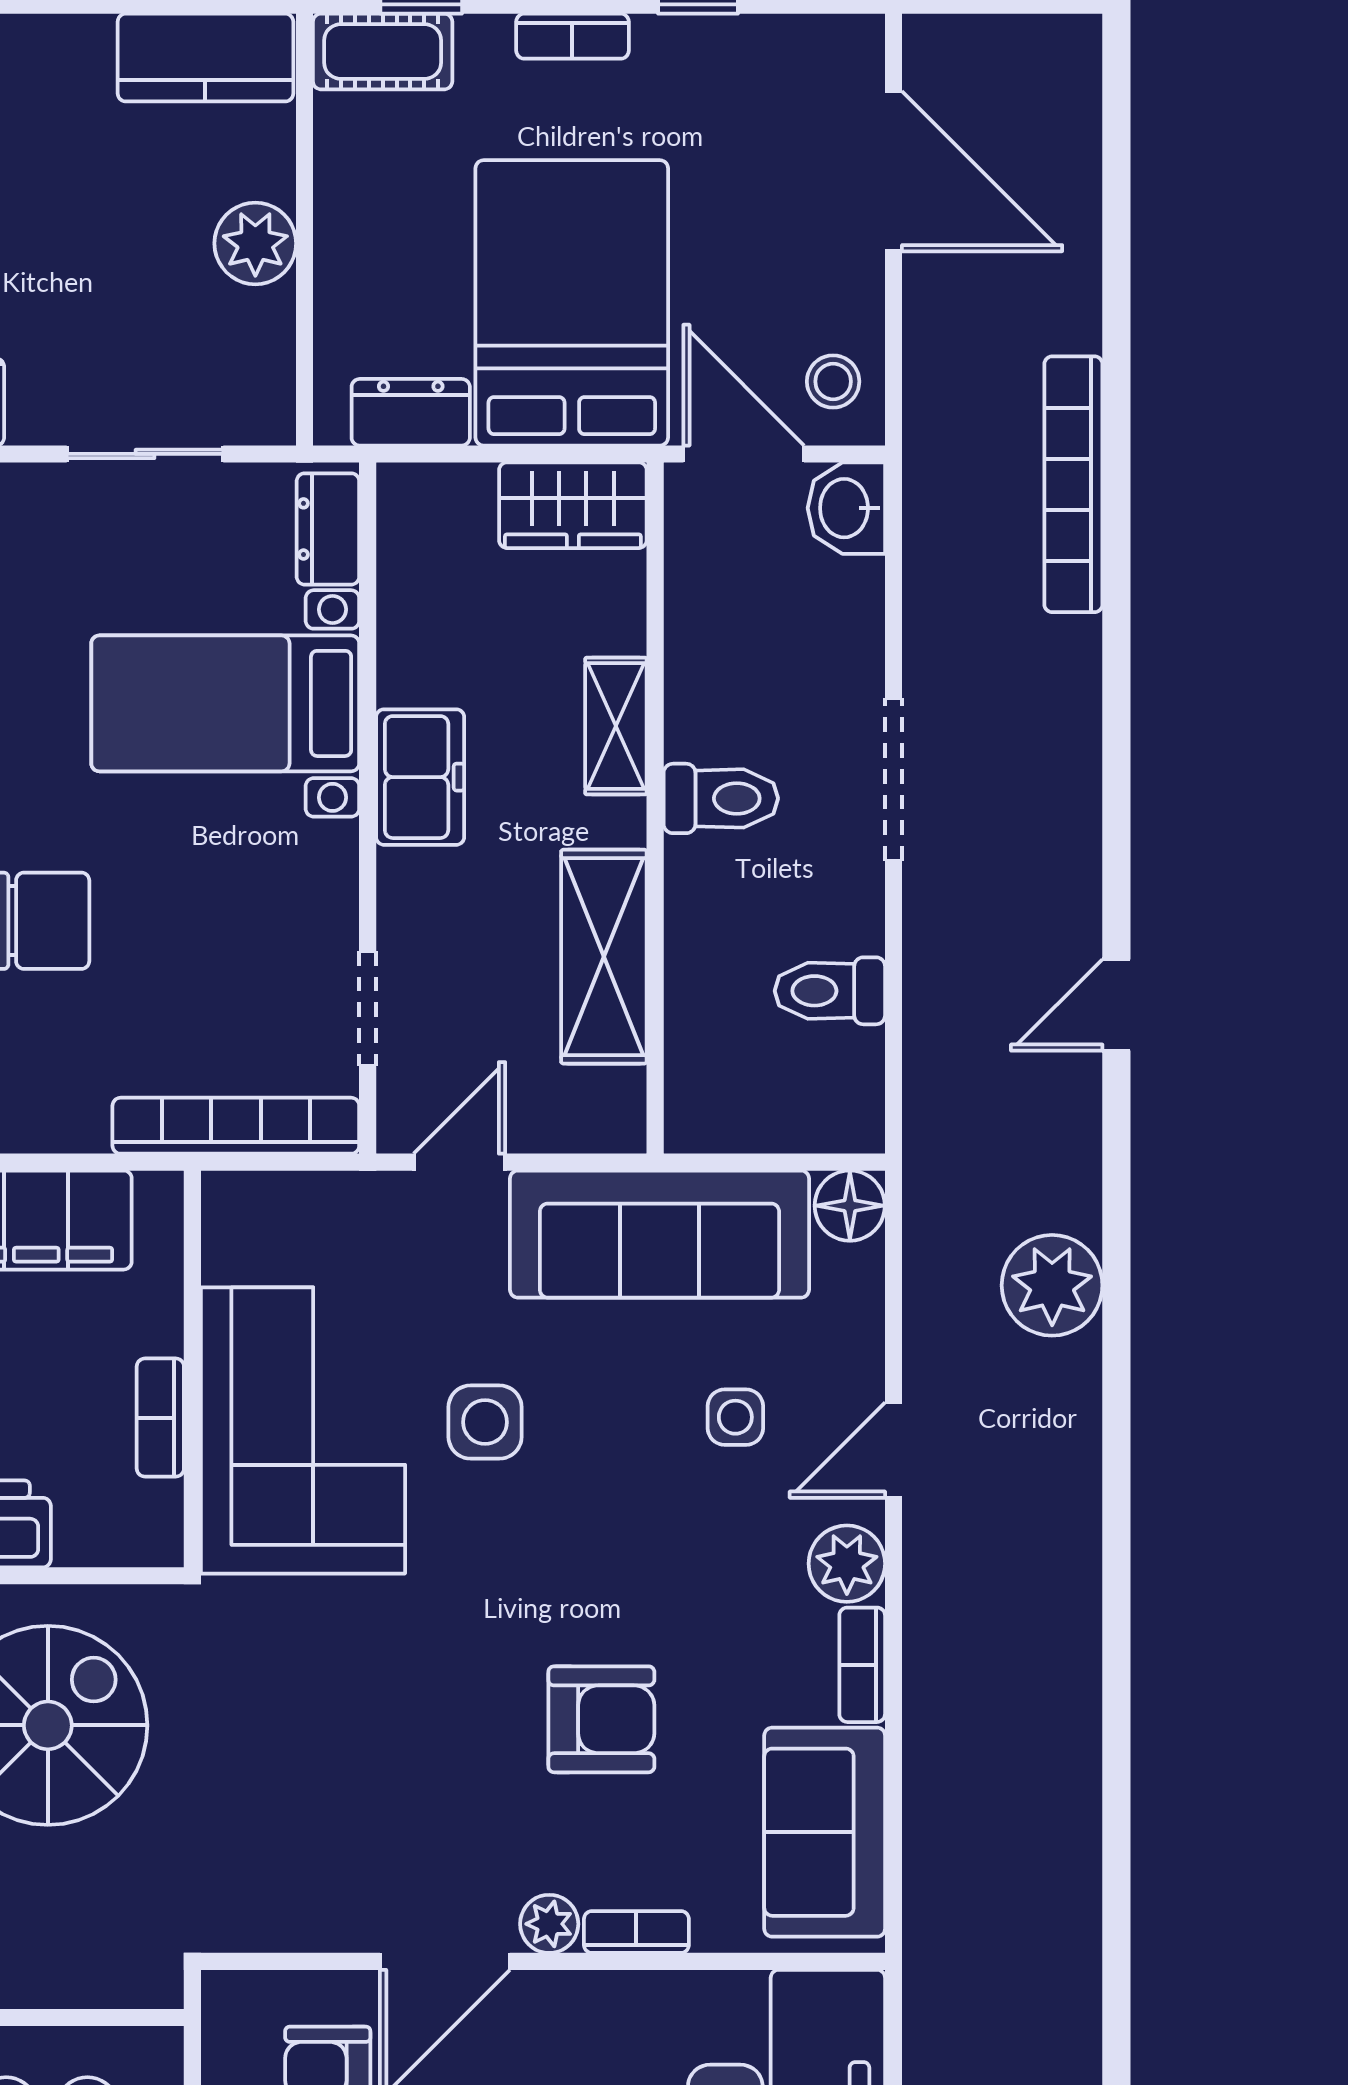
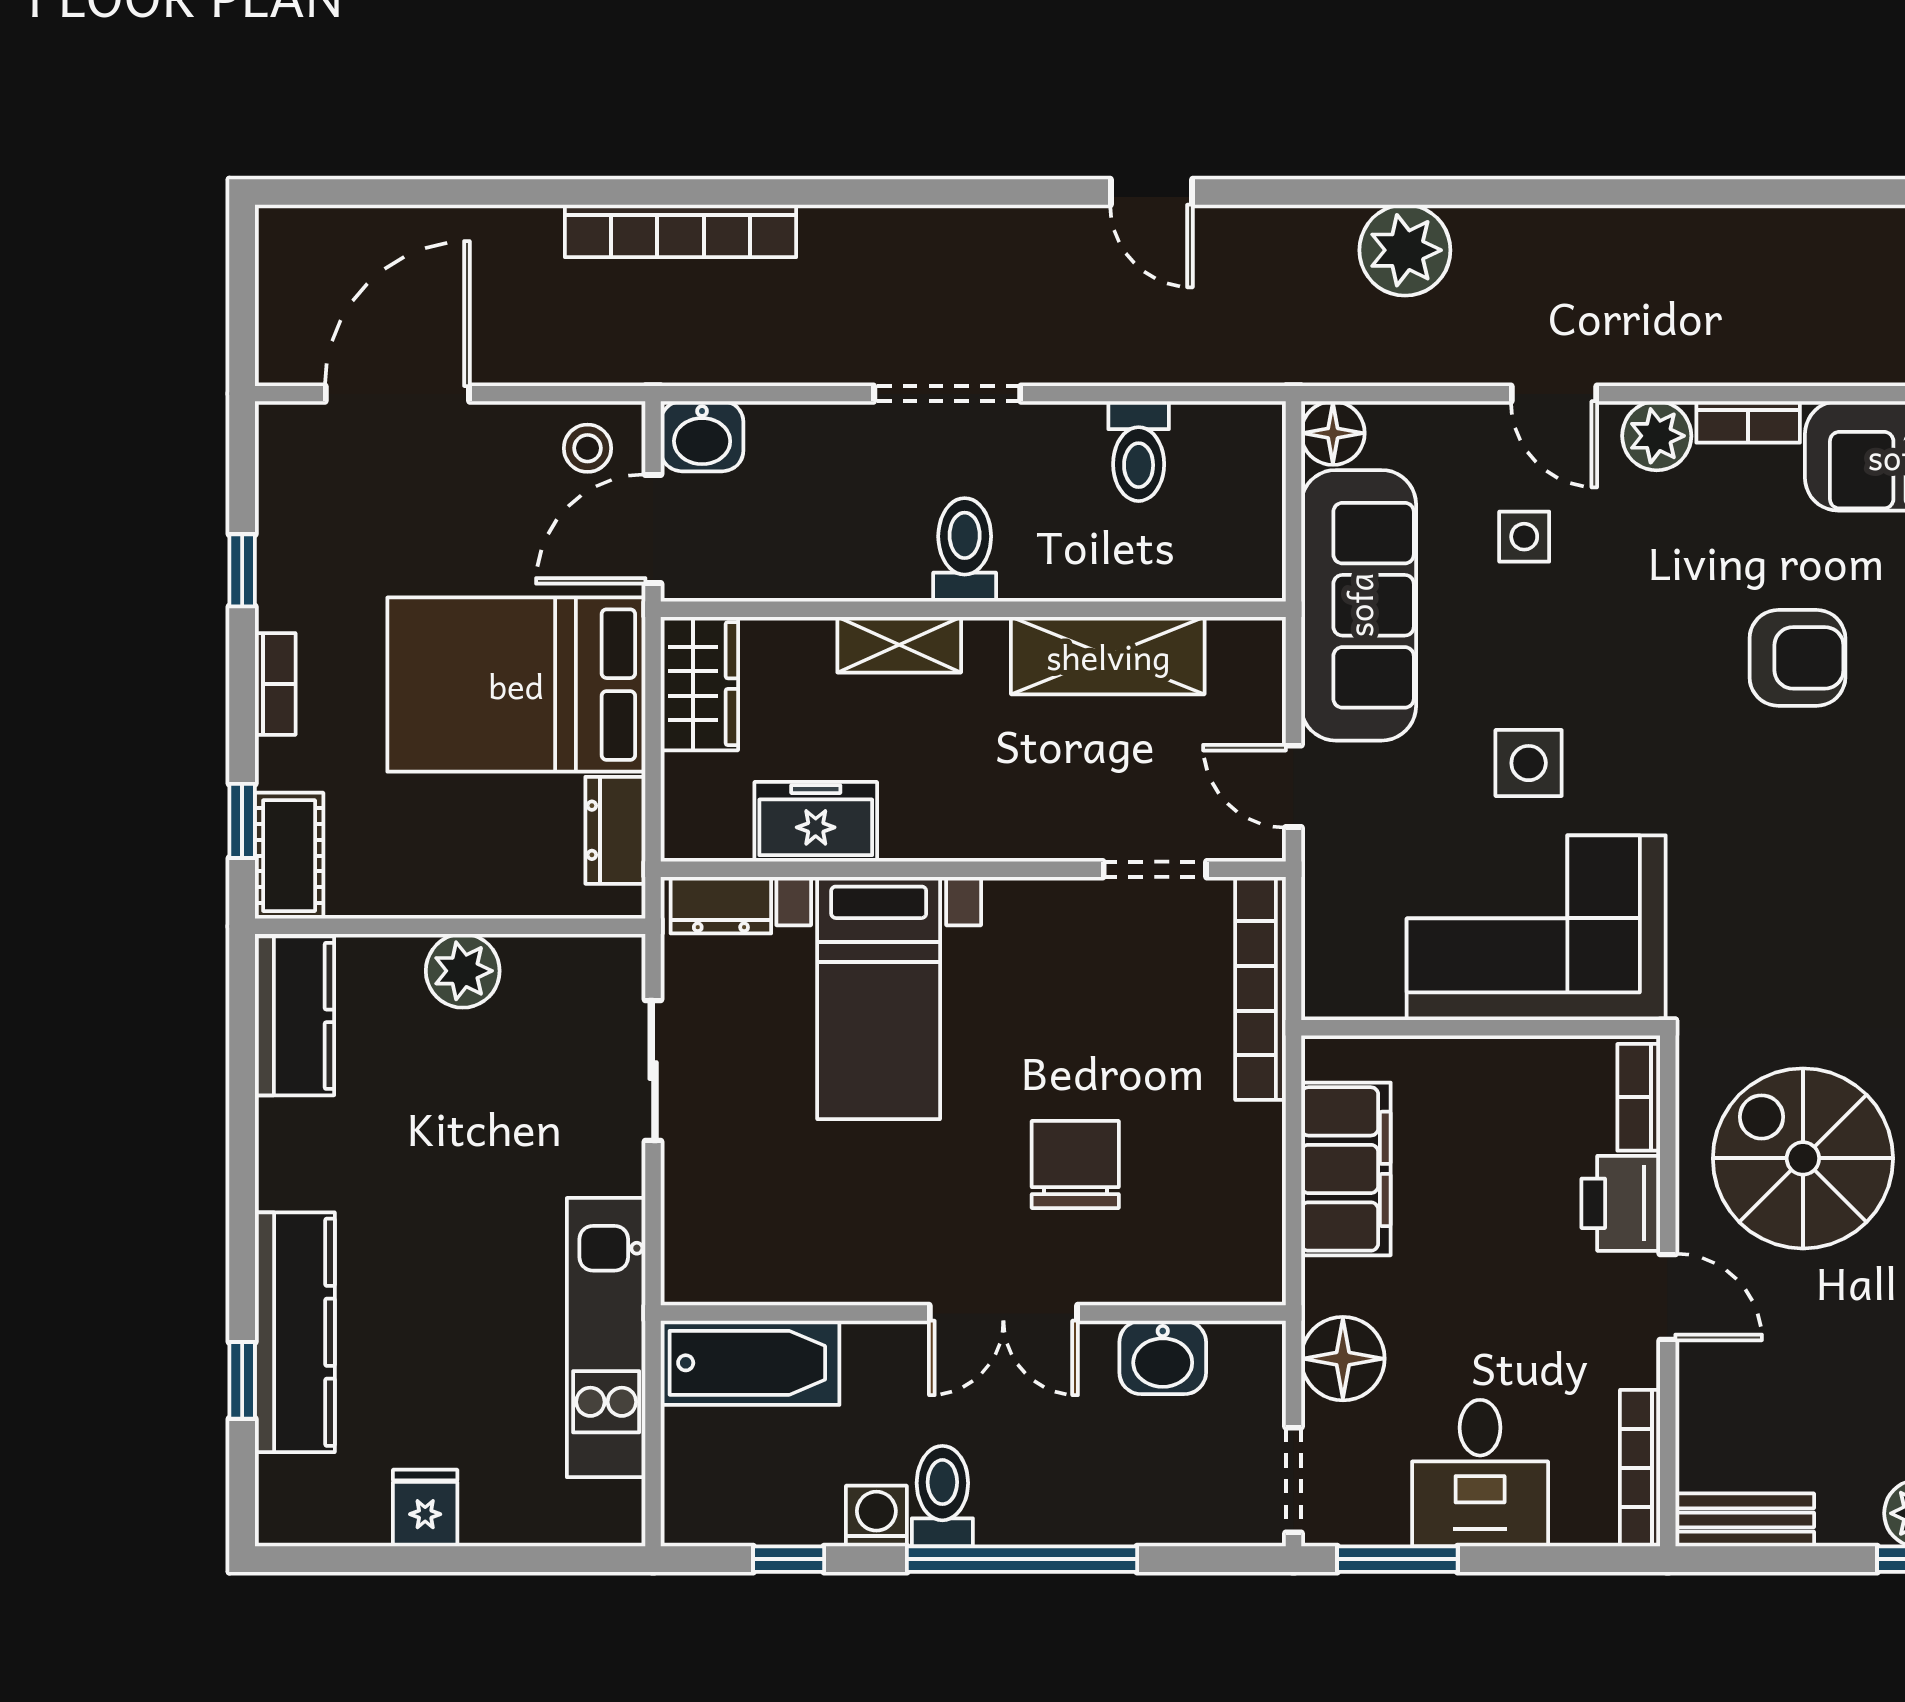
freezer: (420, 777) -> (816, 822), moved
bookcase: (160, 1418) -> (1639, 1097), moved, turned 90
armchair: (601, 1719) -> (1797, 658), turned 90

